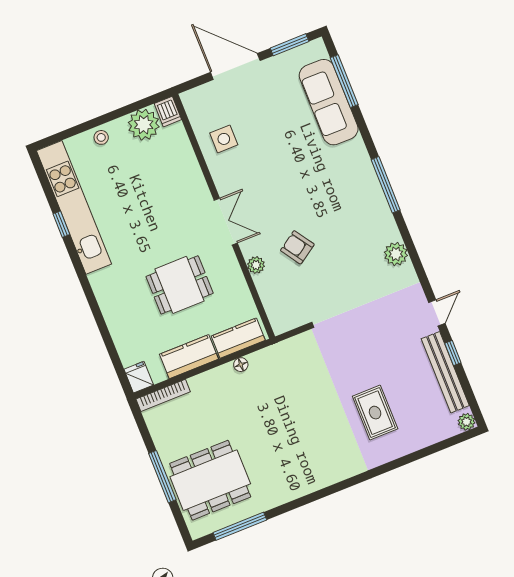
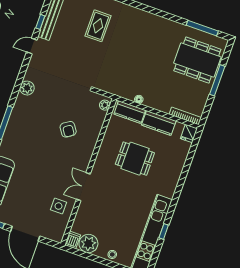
double door: (226, 222) -> (83, 187), moved
plant: (256, 265) -> (105, 105), moved

